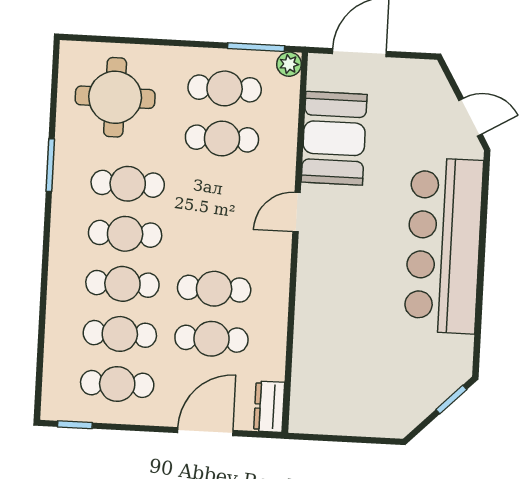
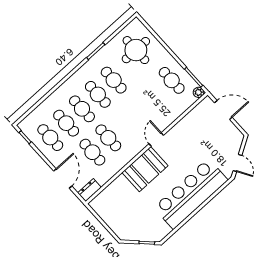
booth: (334, 138) -> (145, 169), moved
cafe table: (222, 139) -> (156, 95), removed
door: (297, 212) -> (156, 139), hinge flipped
door: (205, 432) -> (63, 178), hinge flipped

